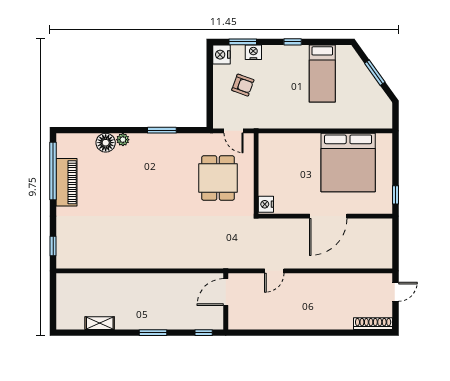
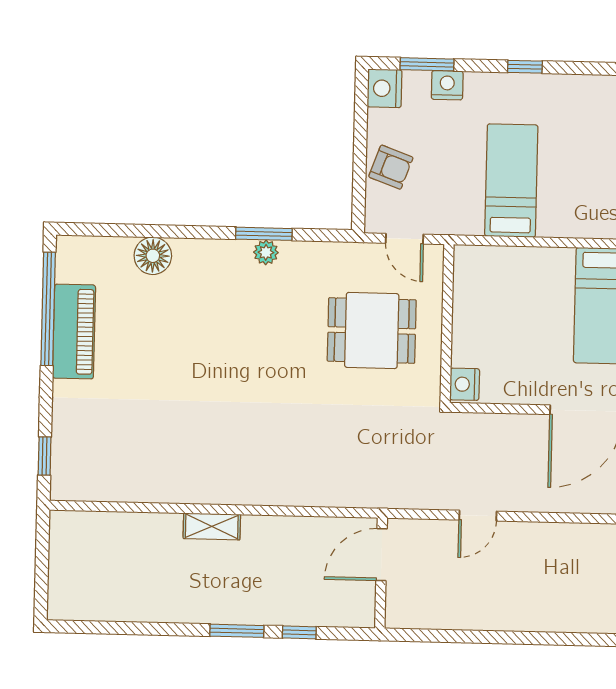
bed: (322, 74) -> (511, 181), moved, turned 180
armchair: (243, 85) -> (391, 167), moved
plant: (123, 140) -> (266, 252), moved
dining table: (218, 178) -> (372, 330), turned 90
shelving: (100, 323) -> (212, 526), moved
window: (204, 333) -> (299, 632), moved

